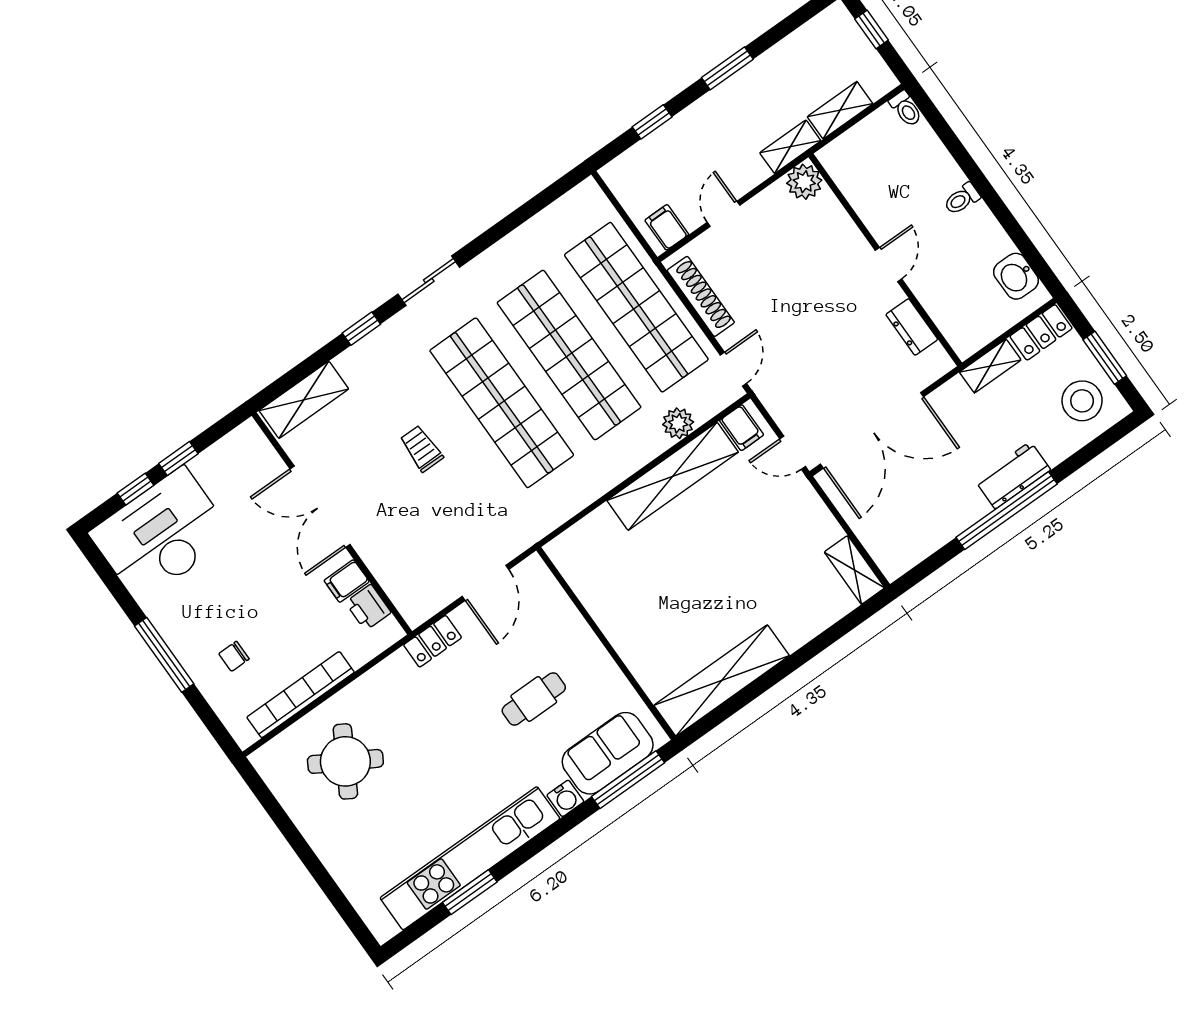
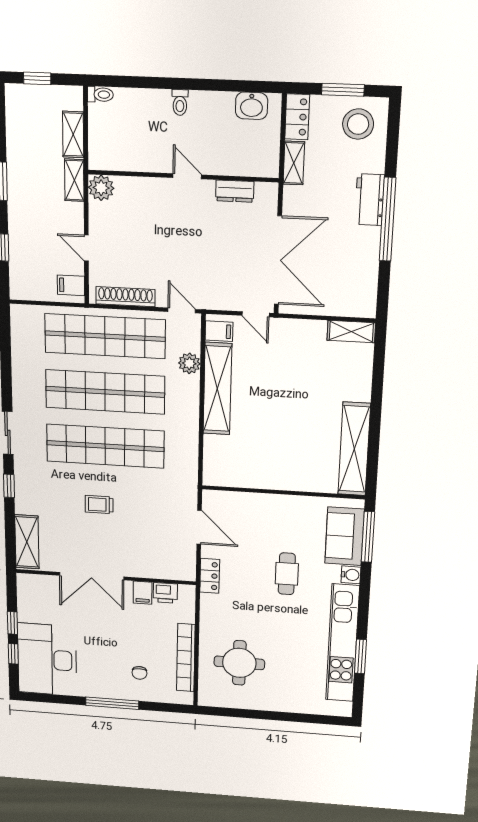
door: (793, 453) -> (256, 314), hinge flipped
cafe table: (534, 699) -> (287, 574), moved
round table: (345, 761) -> (239, 663), turned -30

